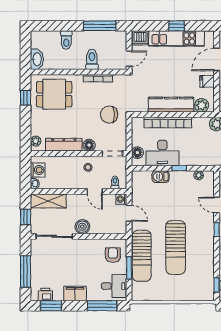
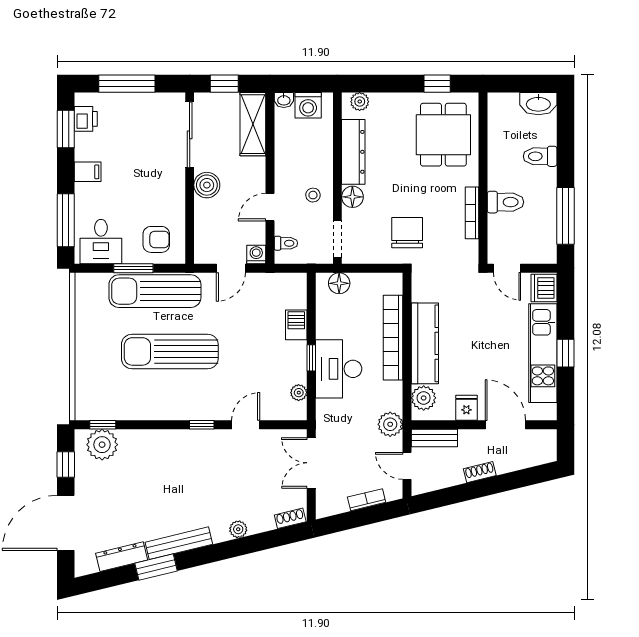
washbasin: (37, 59) -> (538, 104), moved
desk: (162, 153) -> (339, 369), moved
filing cabinet: (75, 293) -> (88, 172), width x0.50

